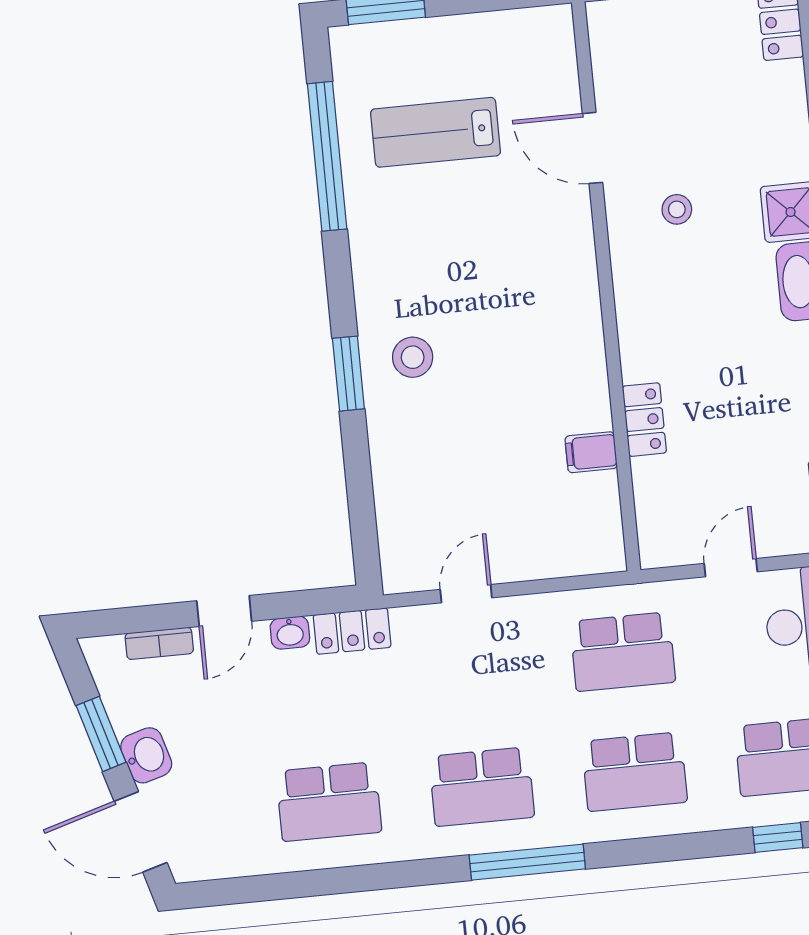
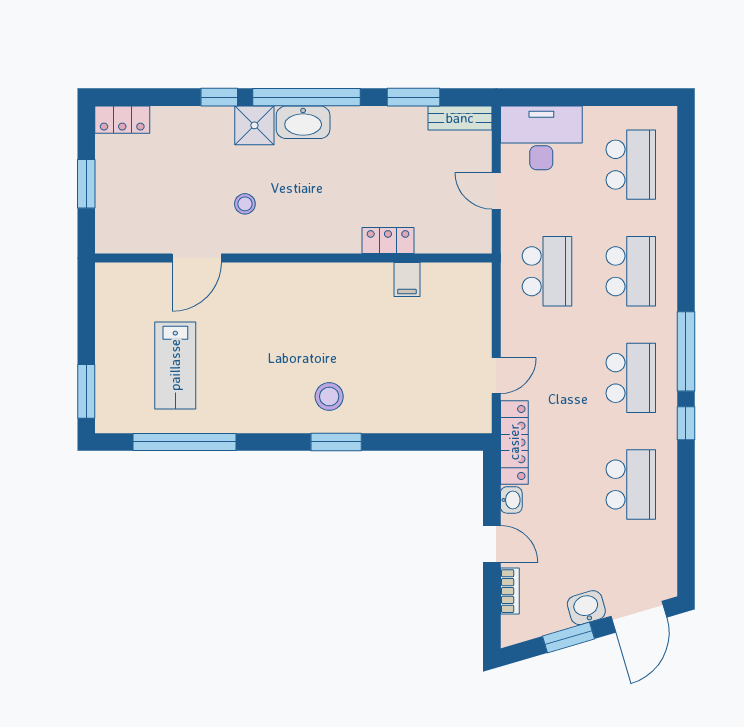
door: (466, 594) -> (496, 376), swing flipped
locker: (352, 631) -> (514, 442), width x1.53
window: (778, 838) -> (686, 423), moved

